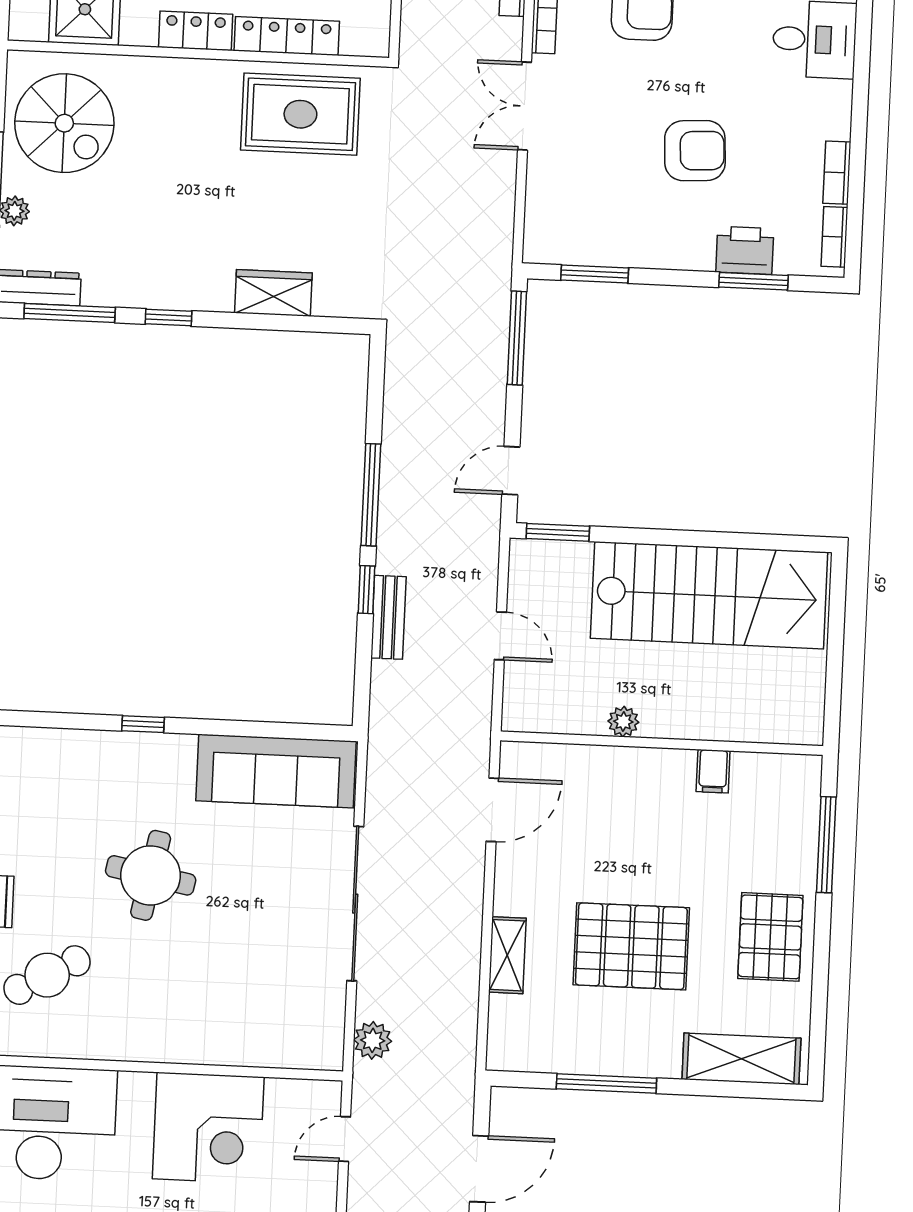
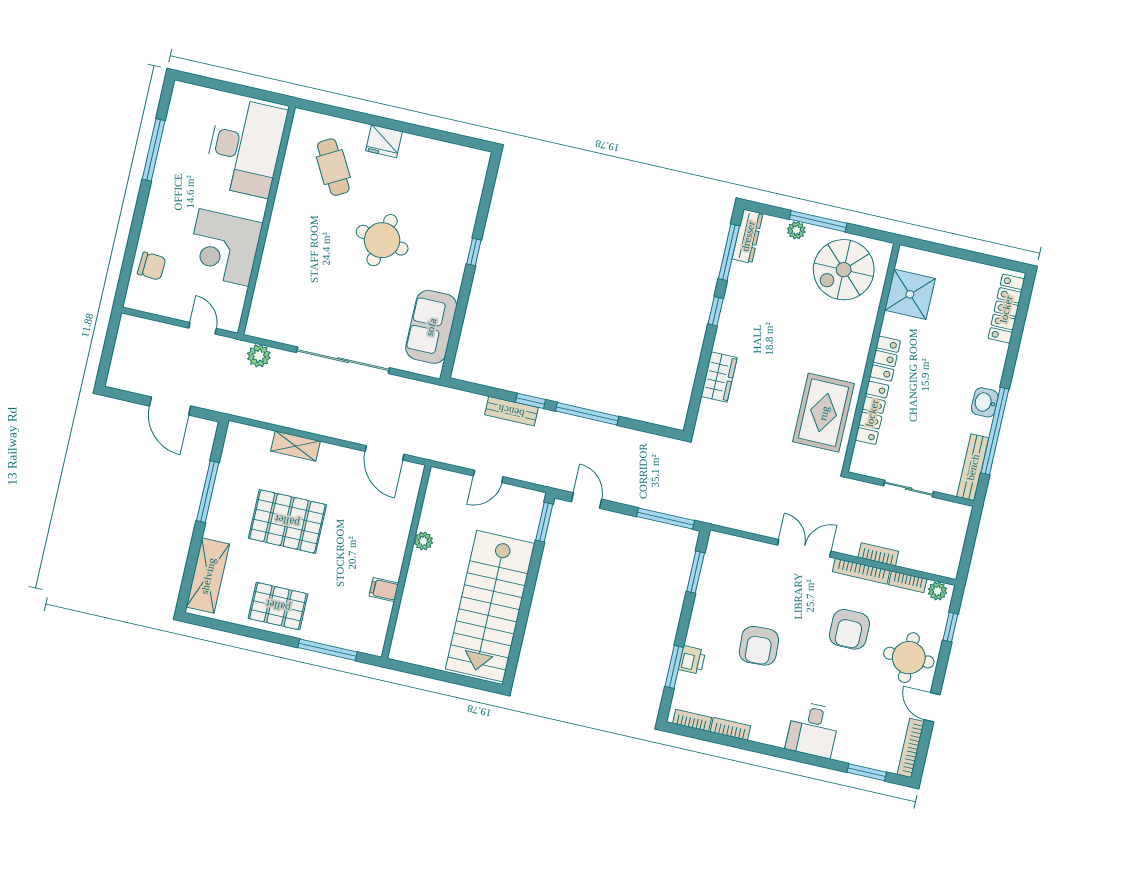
printer: (745, 250) -> (692, 660), width x0.73, depth x0.81
sofa: (276, 771) -> (431, 327), width x0.73
pallet: (631, 946) -> (287, 521), turned 90

